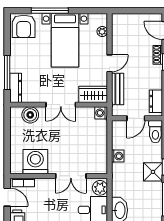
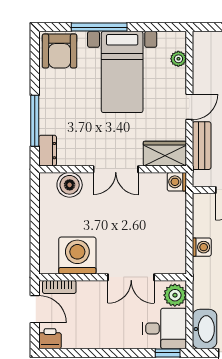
dresser: (16, 88) -> (48, 151), width x0.70

